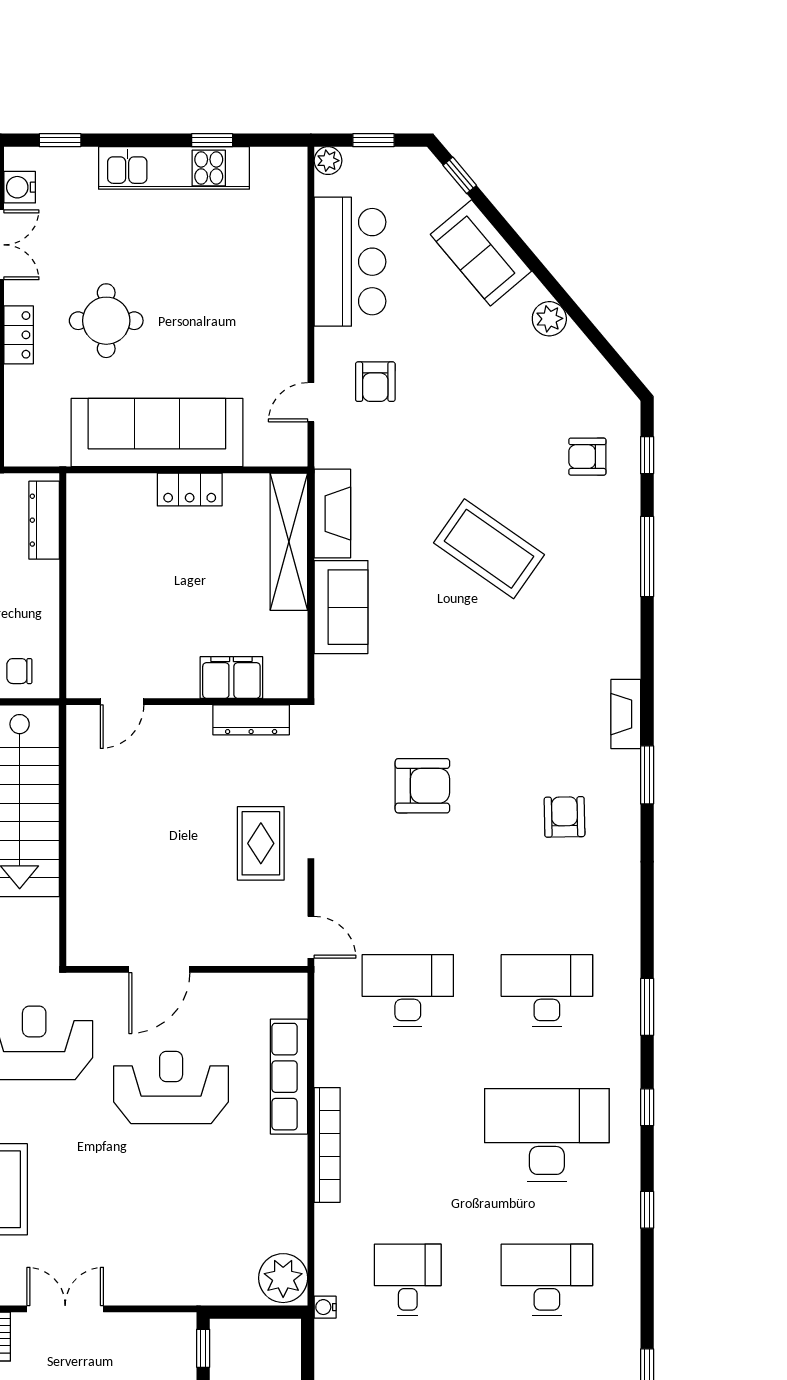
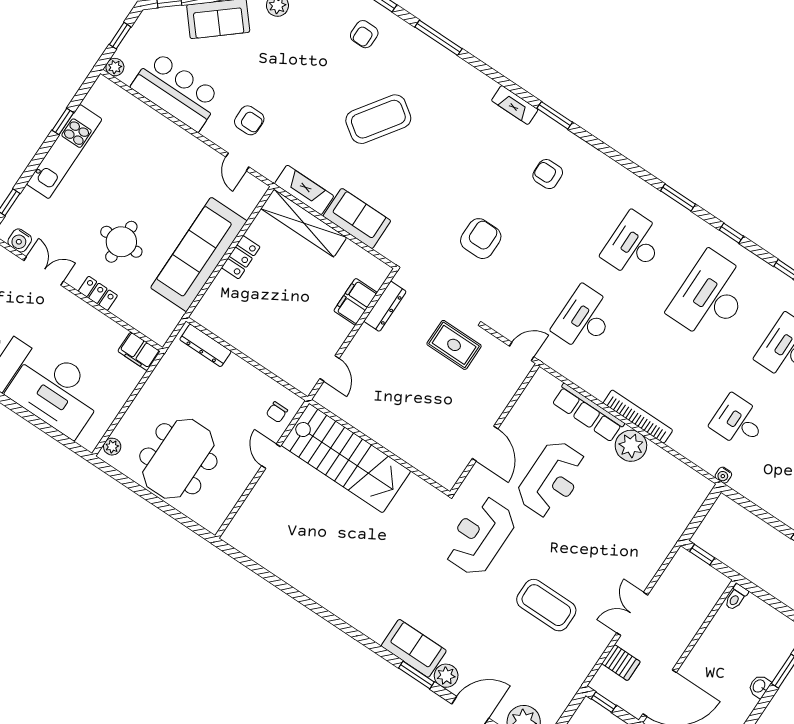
reception desk: (171, 1087) -> (552, 479), turned 180
plant: (283, 1278) -> (631, 446), moved

